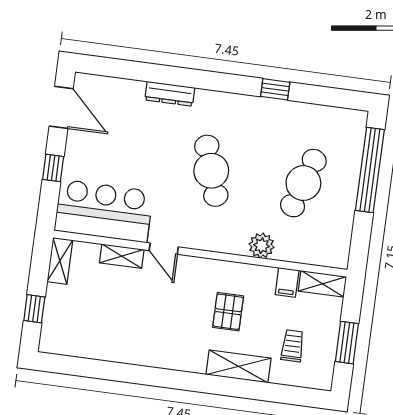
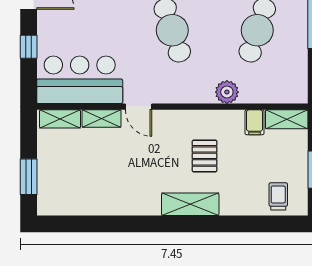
shelving: (60, 261) -> (60, 119), moved, turned 90
window: (34, 309) -> (29, 177), width x1.50
trolley: (293, 346) -> (278, 196), moved
shelving: (239, 366) -> (190, 204), moved

